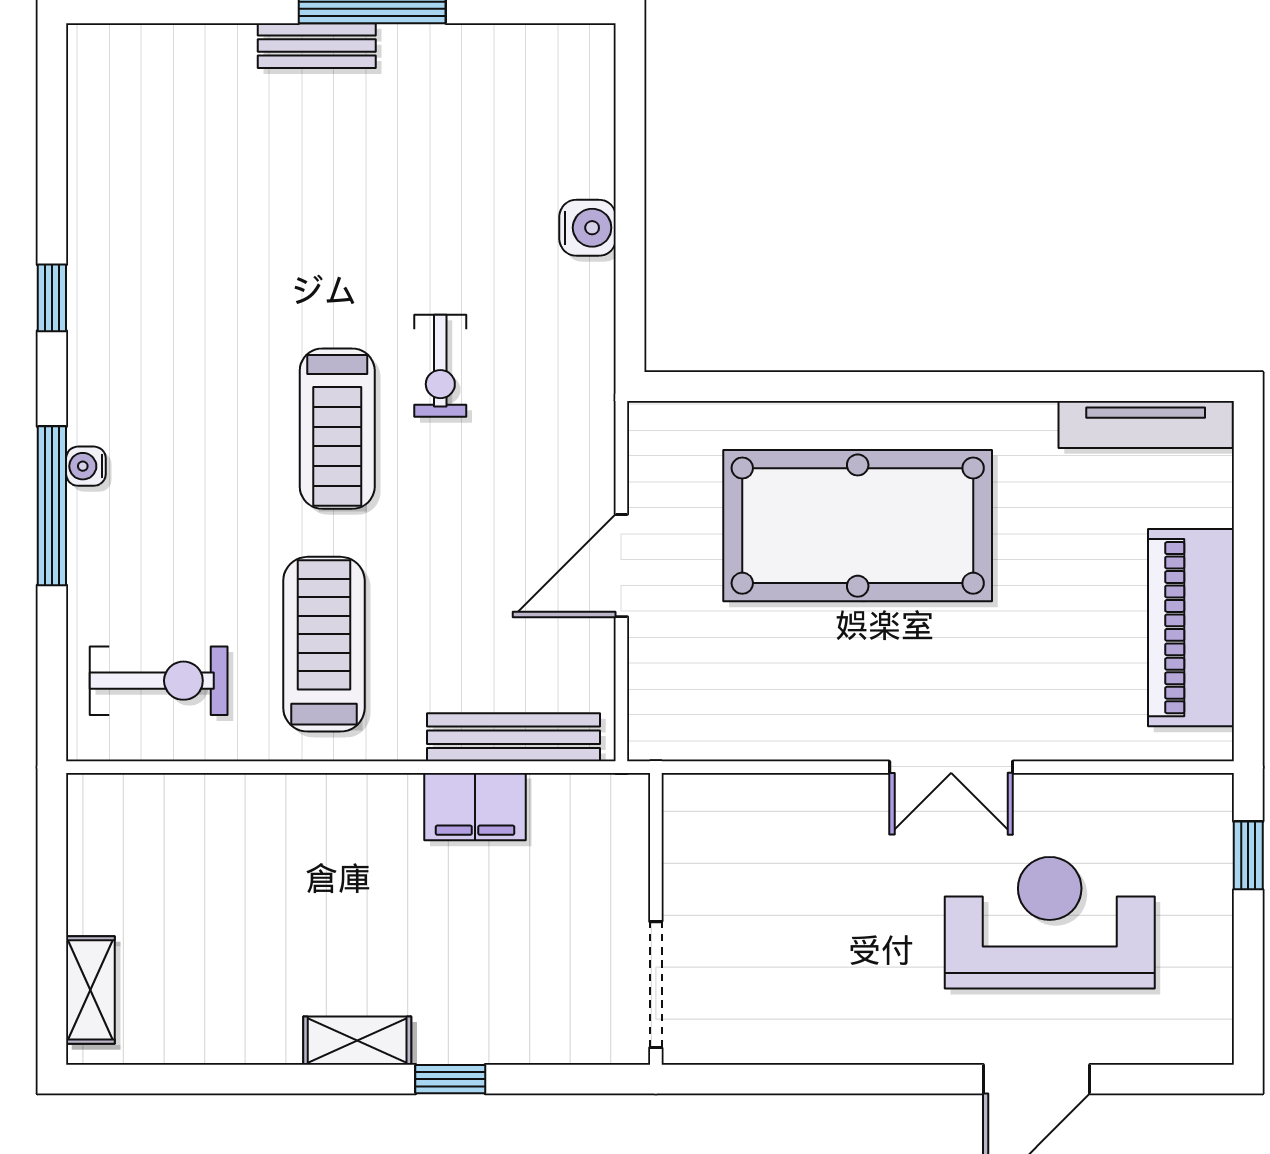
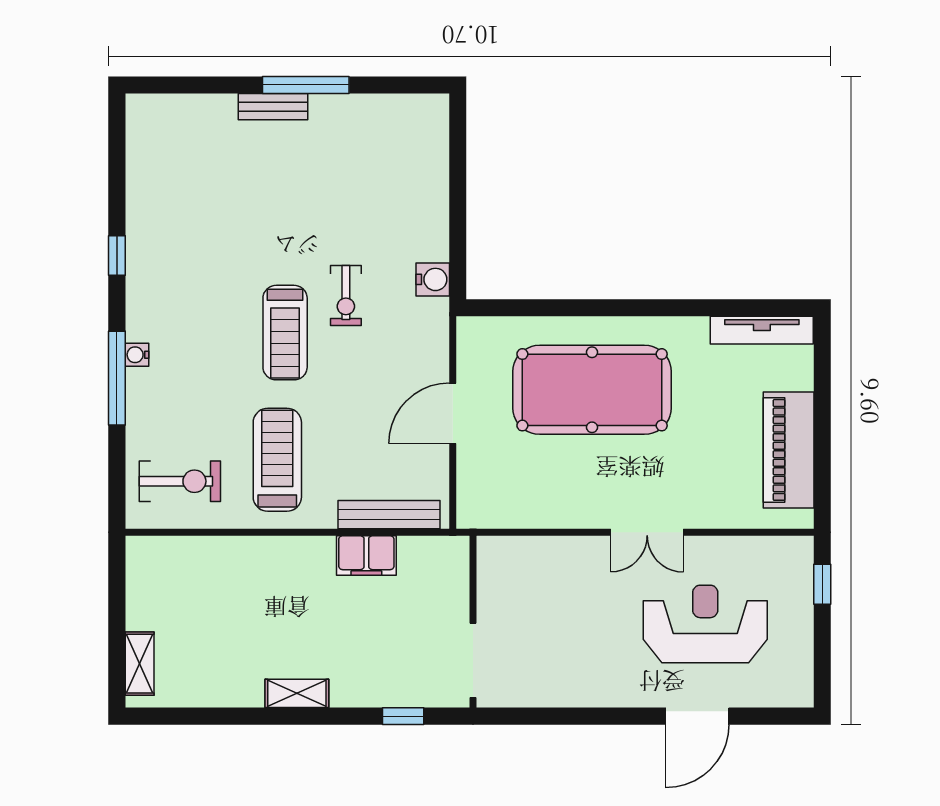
water cooler: (588, 228) -> (433, 279), moved
window: (450, 1079) -> (403, 716), moved

